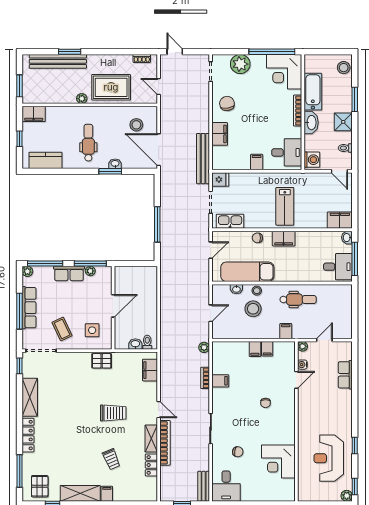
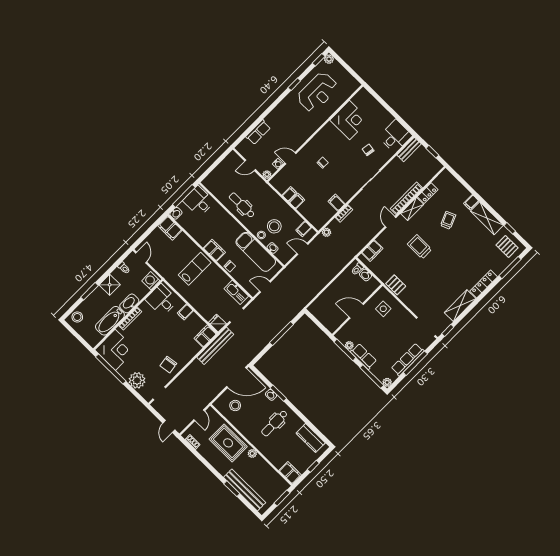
filing cabinet: (220, 134) -> (205, 336), moved
door: (159, 150) -> (237, 377), hinge flipped
coffee table: (62, 329) -> (401, 327), removed
filing cabinet: (286, 331) -> (304, 229), moved
pallet: (40, 486) -> (507, 246), turned 90

